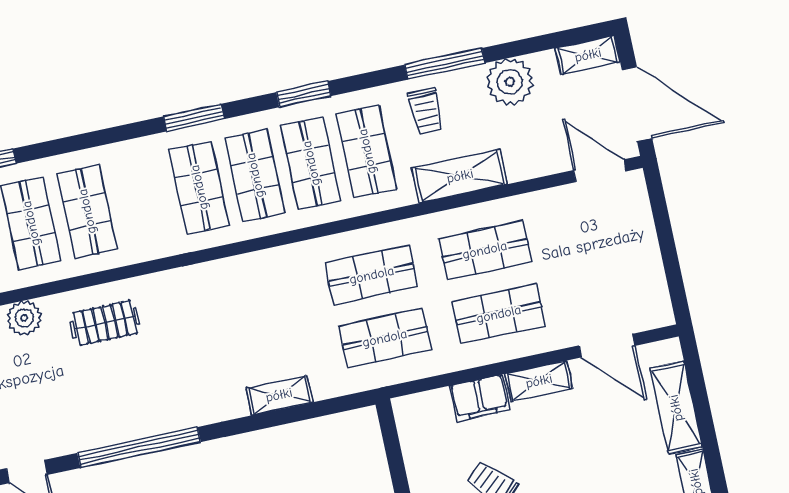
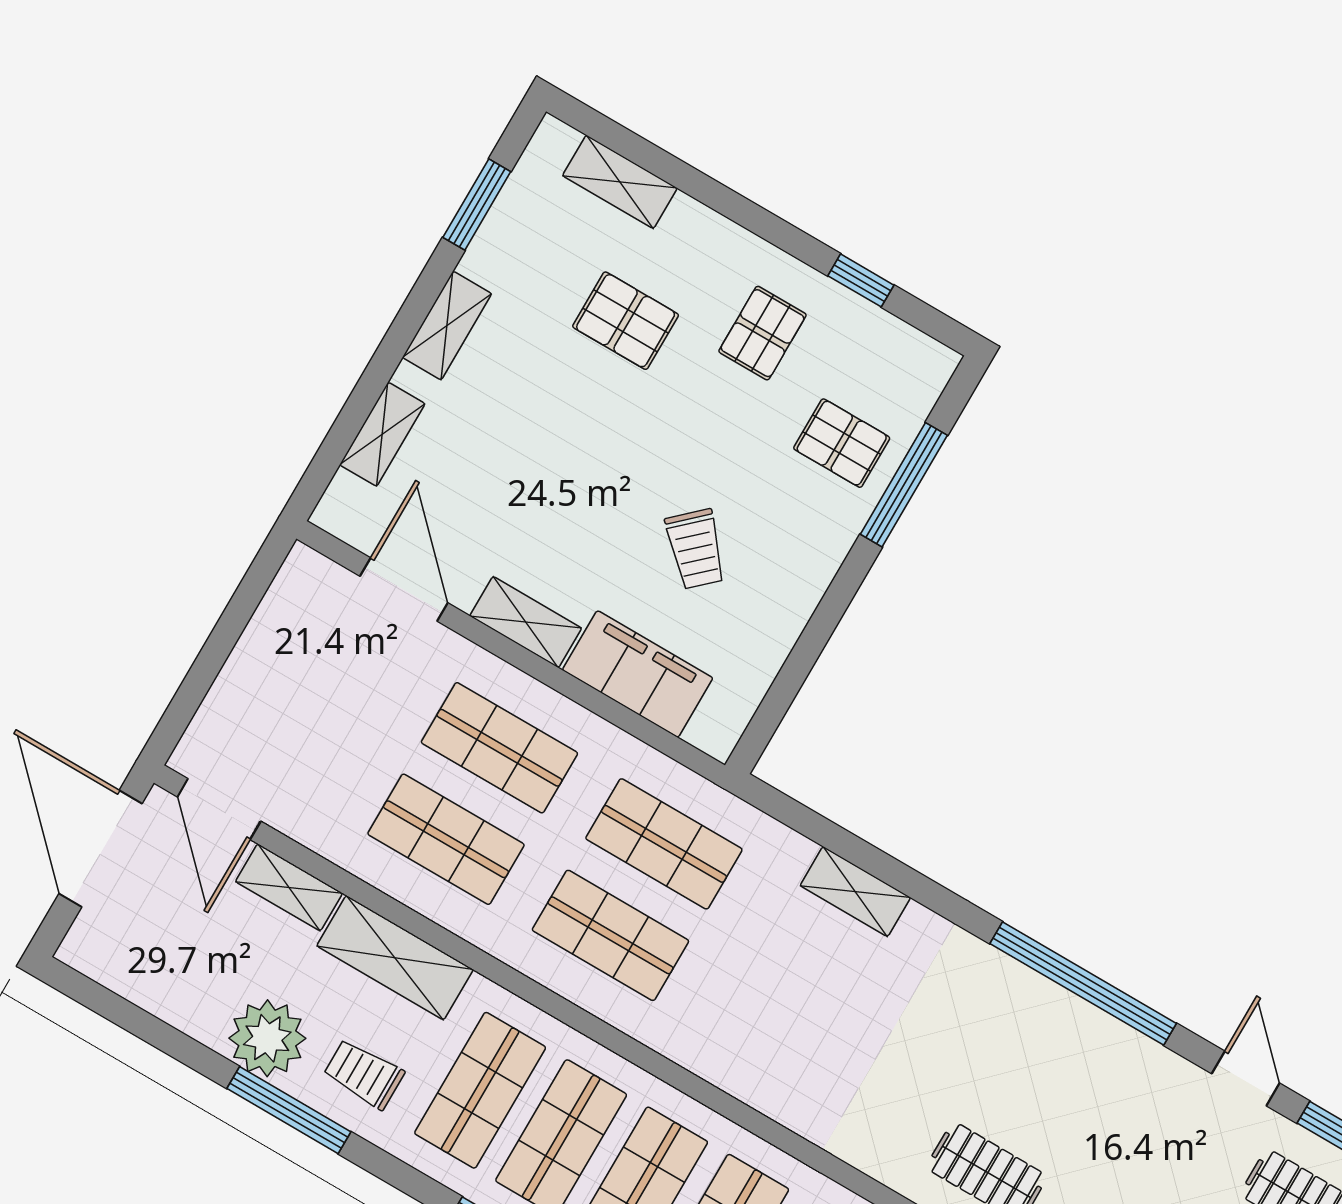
shelving: (588, 55) -> (289, 887), moved
plant: (510, 82) -> (267, 1038), moved
trolley: (426, 111) -> (364, 1074), turned -90
filing cabinet: (480, 398) -> (638, 674), width x1.50, depth x1.17
shelving: (676, 408) -> (382, 434), width x0.67, depth x0.75

